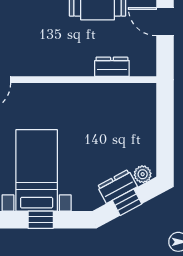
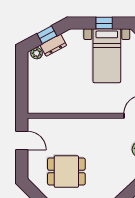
door: (165, 22) -> (22, 140), moved
dresser: (112, 67) -> (57, 124), removed

